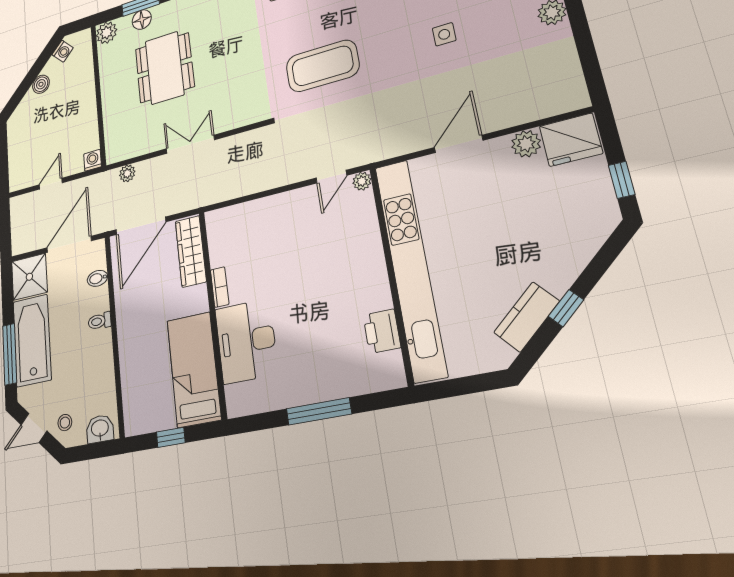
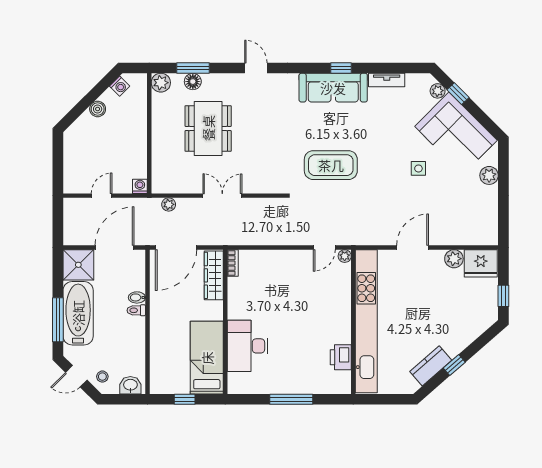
bidet: (97, 278) -> (137, 297), moved
bookcase: (220, 287) -> (233, 263), moved

